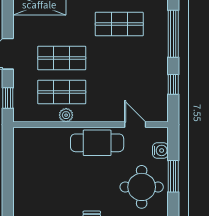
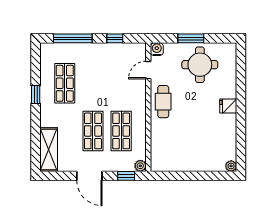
plant: (66, 115) -> (140, 166), moved
cafe table: (97, 143) -> (163, 102), width x0.73, depth x0.74
water cooler: (160, 150) -> (157, 49), moved

